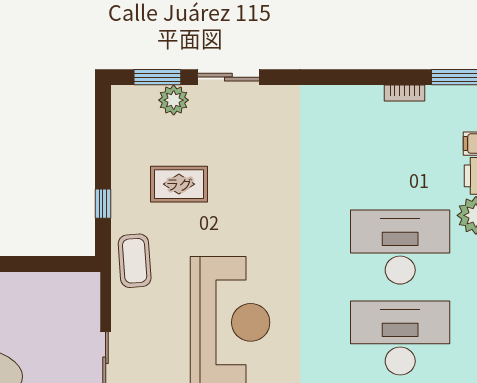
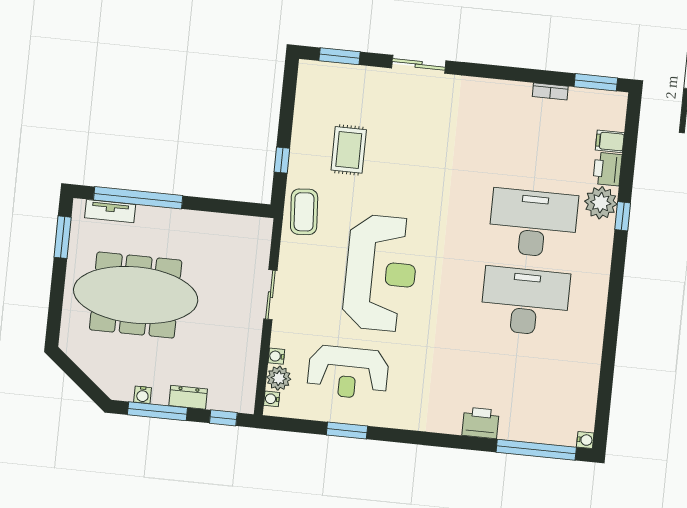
sliding door: (228, 77) -> (419, 64), moved
plant: (174, 100) -> (351, 77), removed
rug: (179, 184) -> (349, 150), turned 90

